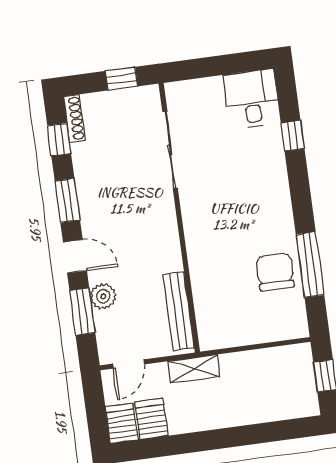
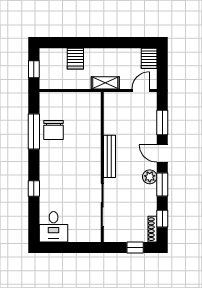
window: (121, 79) -> (135, 247), moved
window: (293, 136) -> (34, 189), moved
plant: (103, 296) -> (150, 177), moved
bench: (179, 311) -> (109, 156), moved
server rack: (151, 419) -> (75, 59), moved

